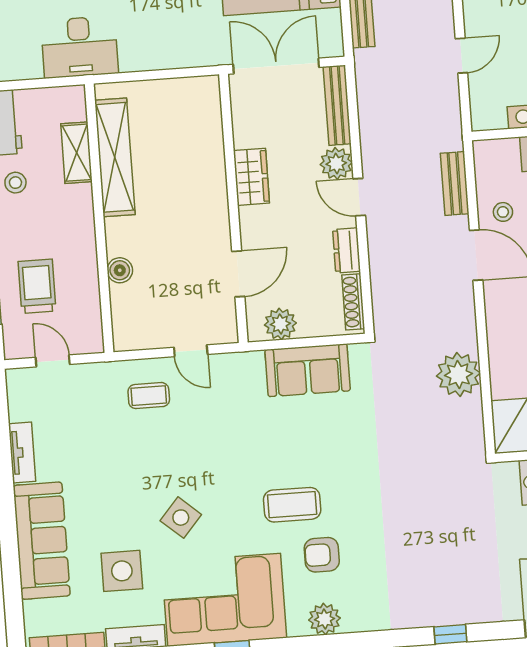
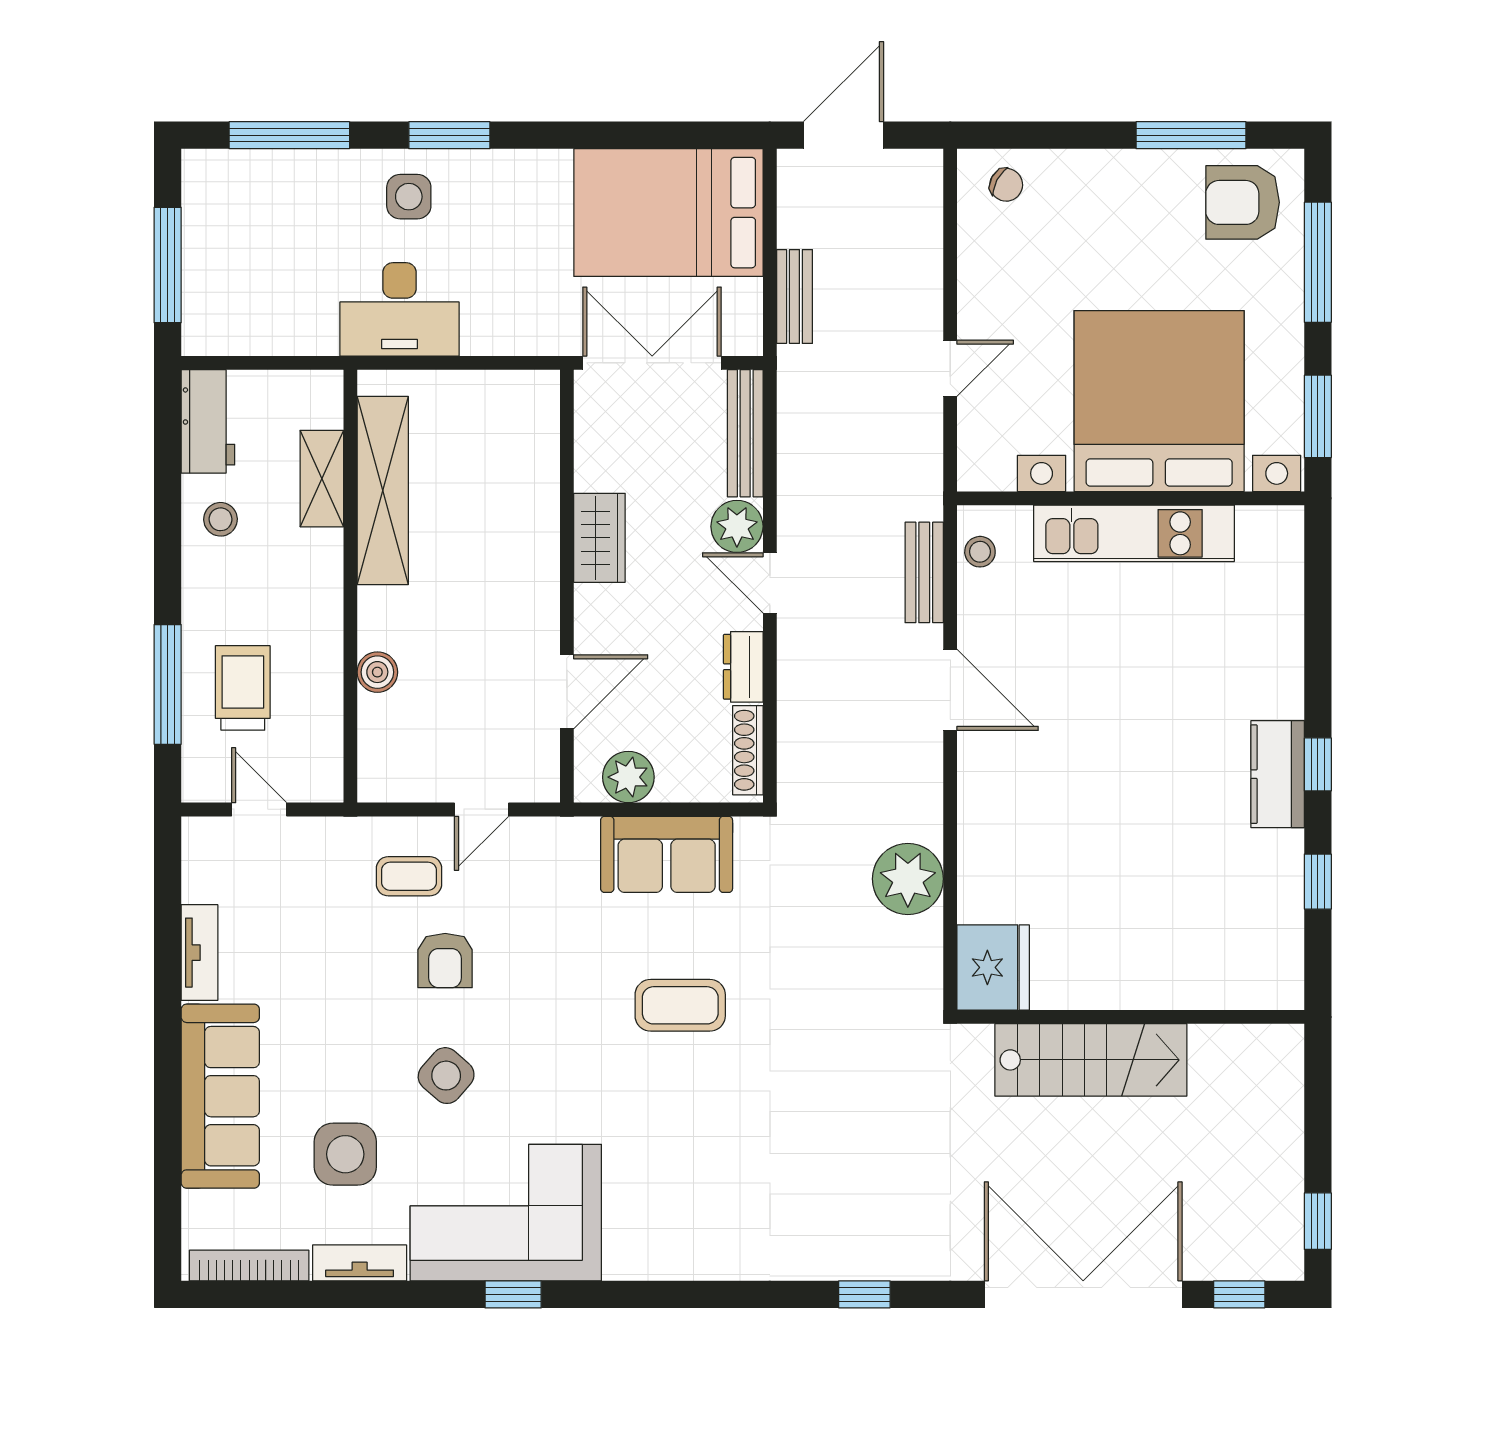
desk: (80, 47) -> (399, 309), moved
stool: (503, 212) -> (980, 552), moved
door: (191, 351) -> (482, 809), hinge flipped
coffee table: (292, 505) -> (680, 1005), moved
armchair: (322, 555) -> (445, 961), moved, turned -90
plant: (325, 619) -> (664, 1255), removed

